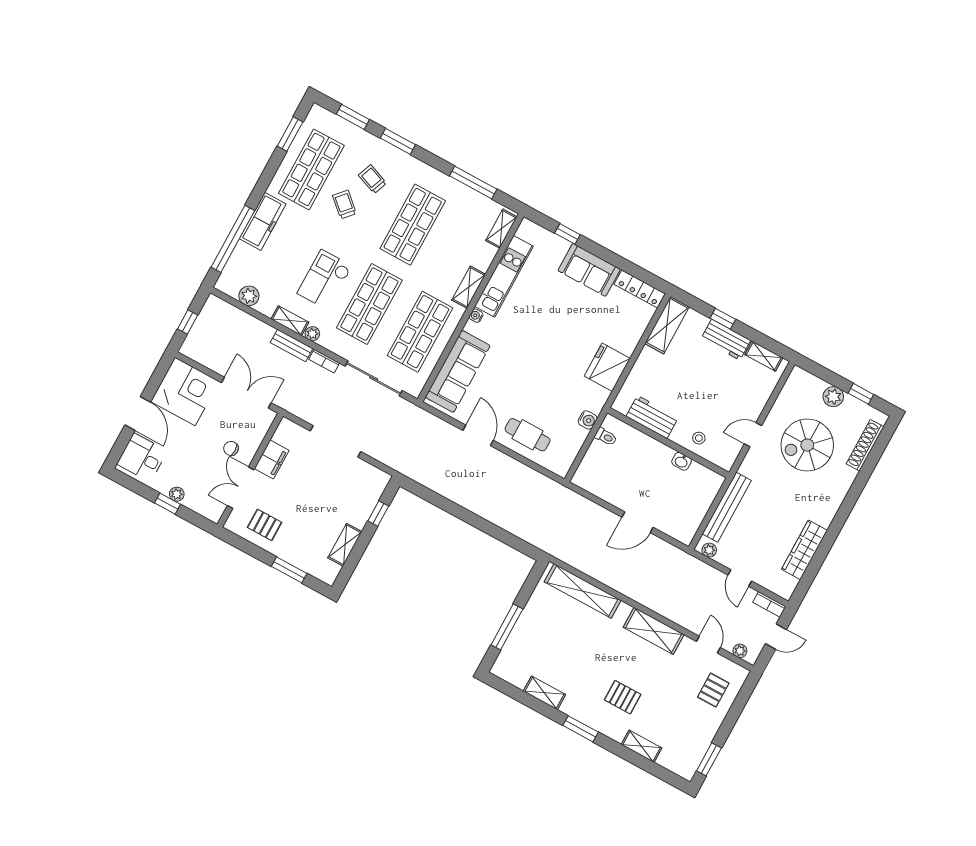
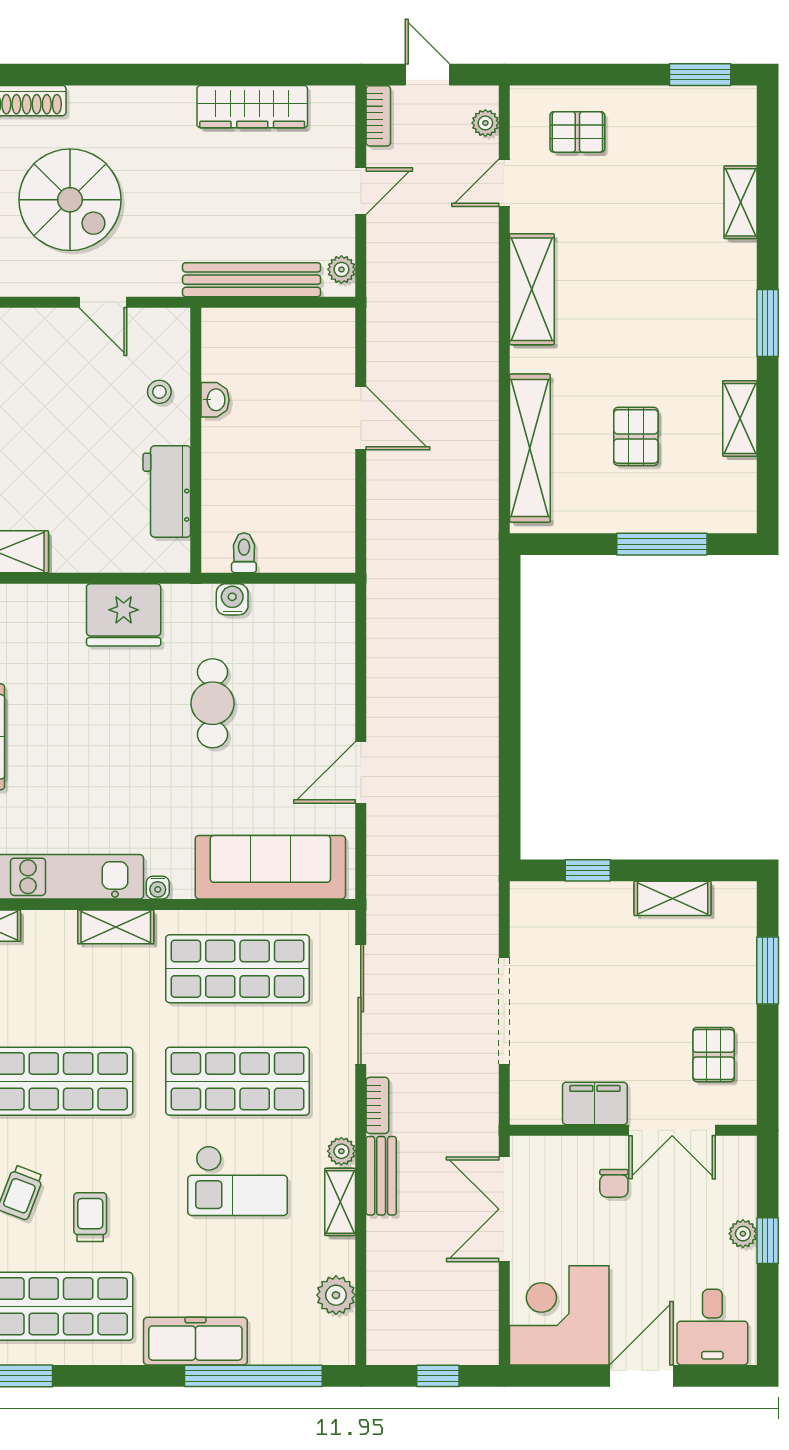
trolley: (344, 204) -> (90, 1217), turned 138
cafe table: (528, 435) -> (213, 703), moved
pallet: (623, 697) -> (636, 436), moved

